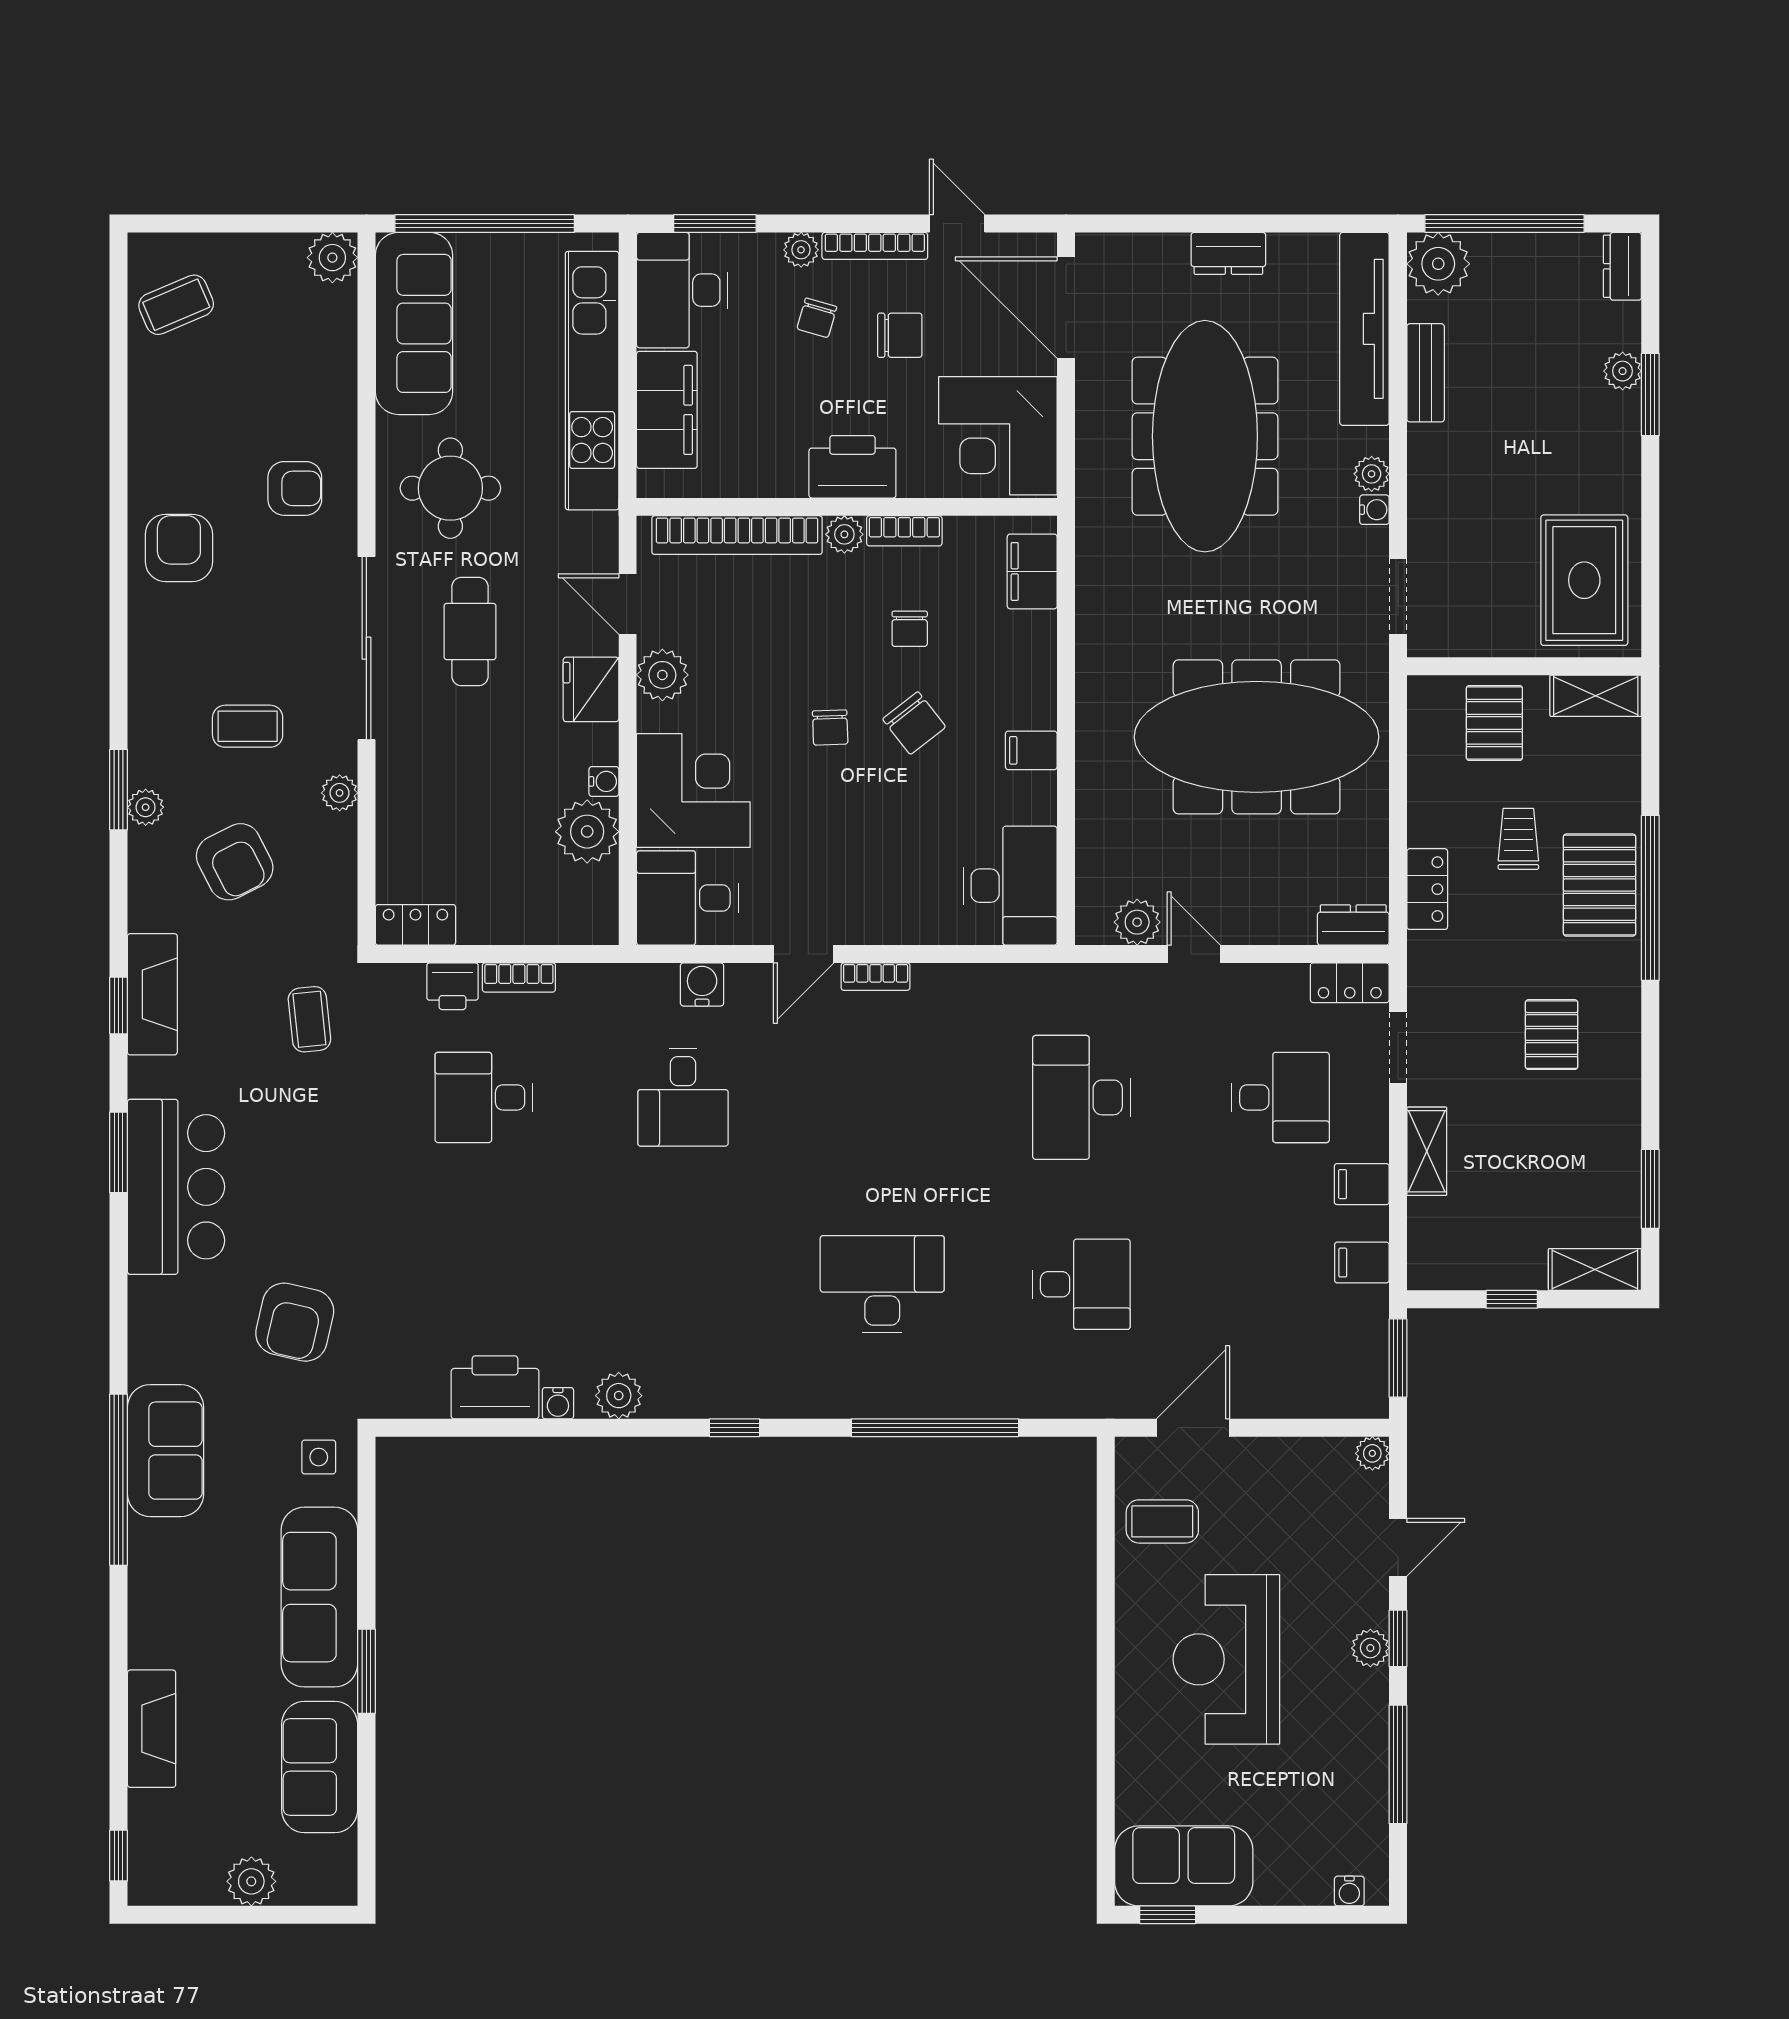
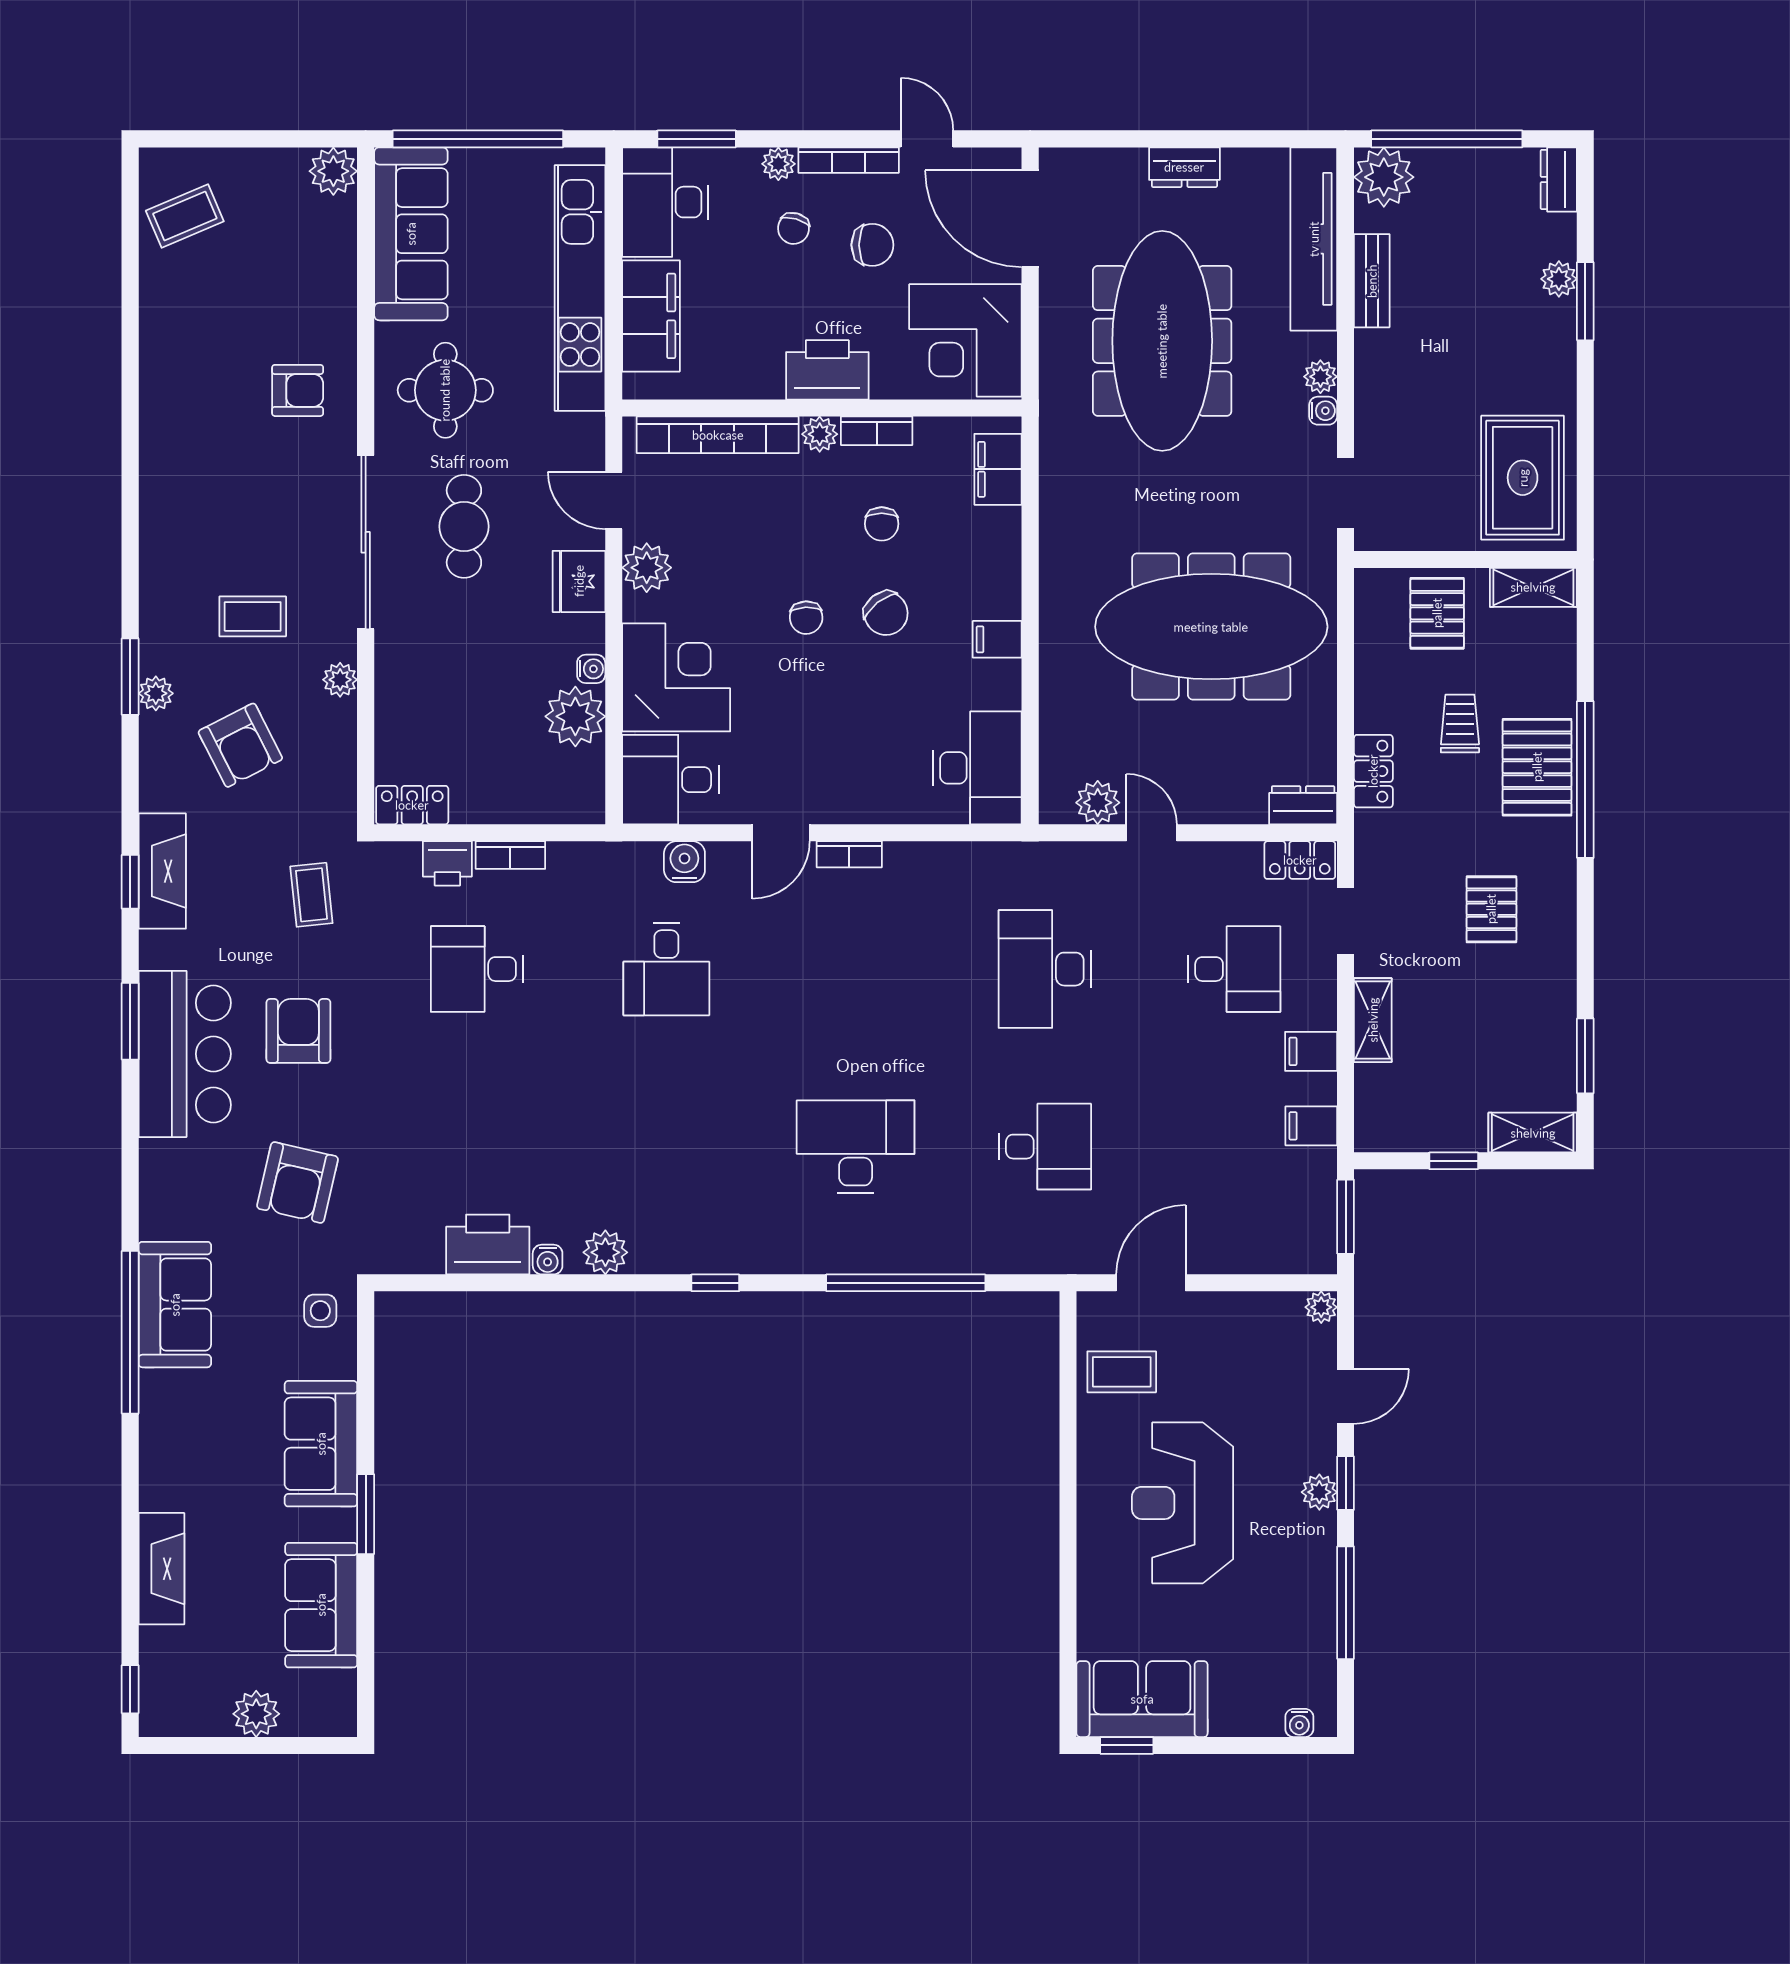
armchair: (179, 548) -> (298, 1031), moved
sofa: (319, 1597) -> (321, 1444), width x0.73

